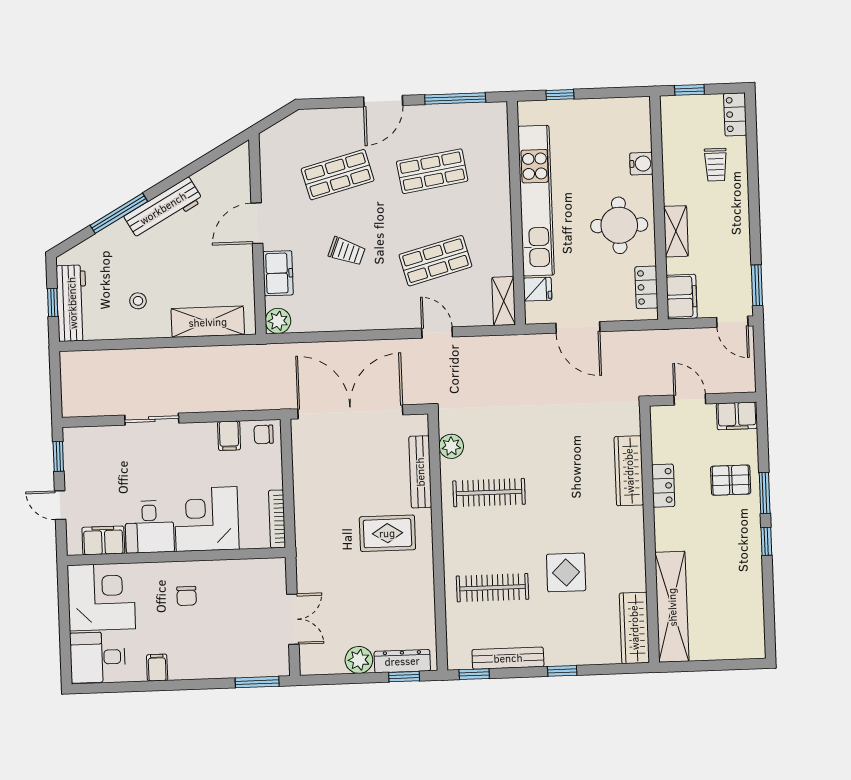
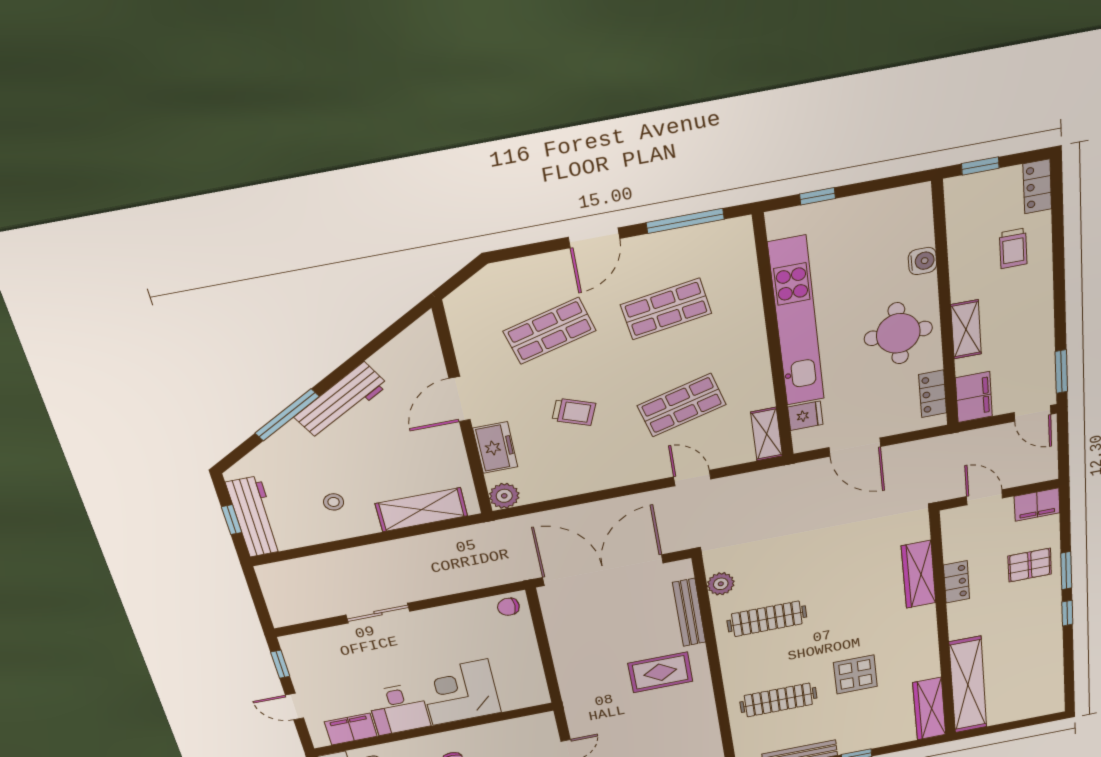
filing cabinet: (229, 436) -> (469, 614), removed
bookcase: (277, 519) -> (538, 680), removed

